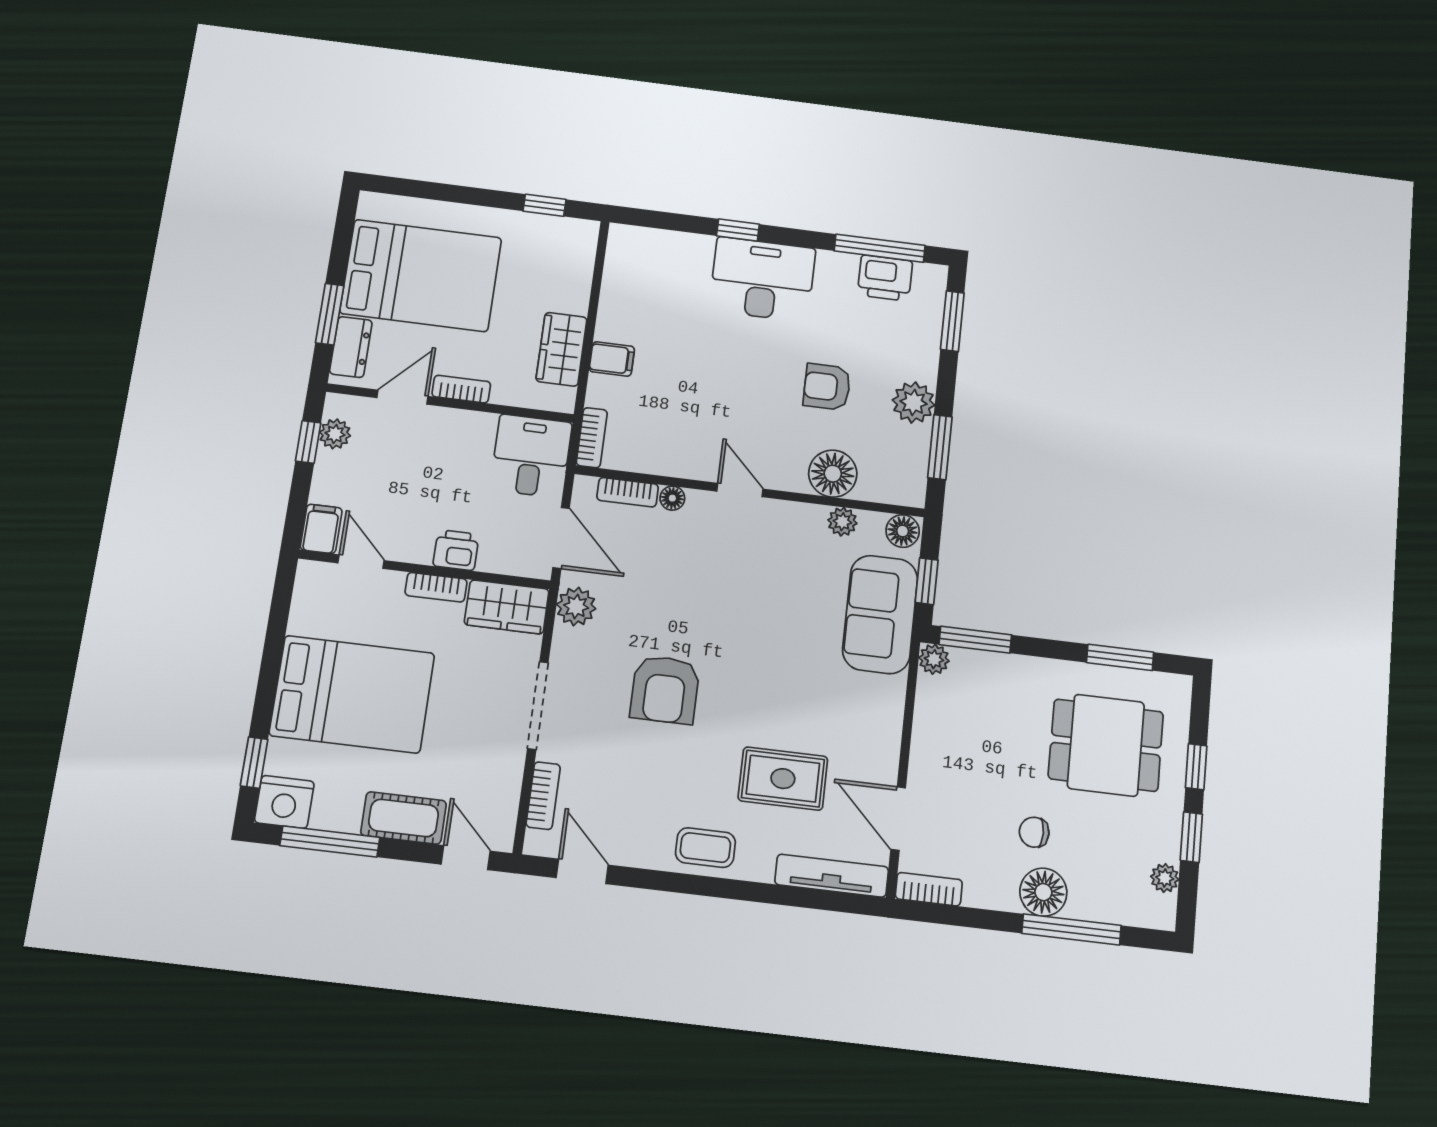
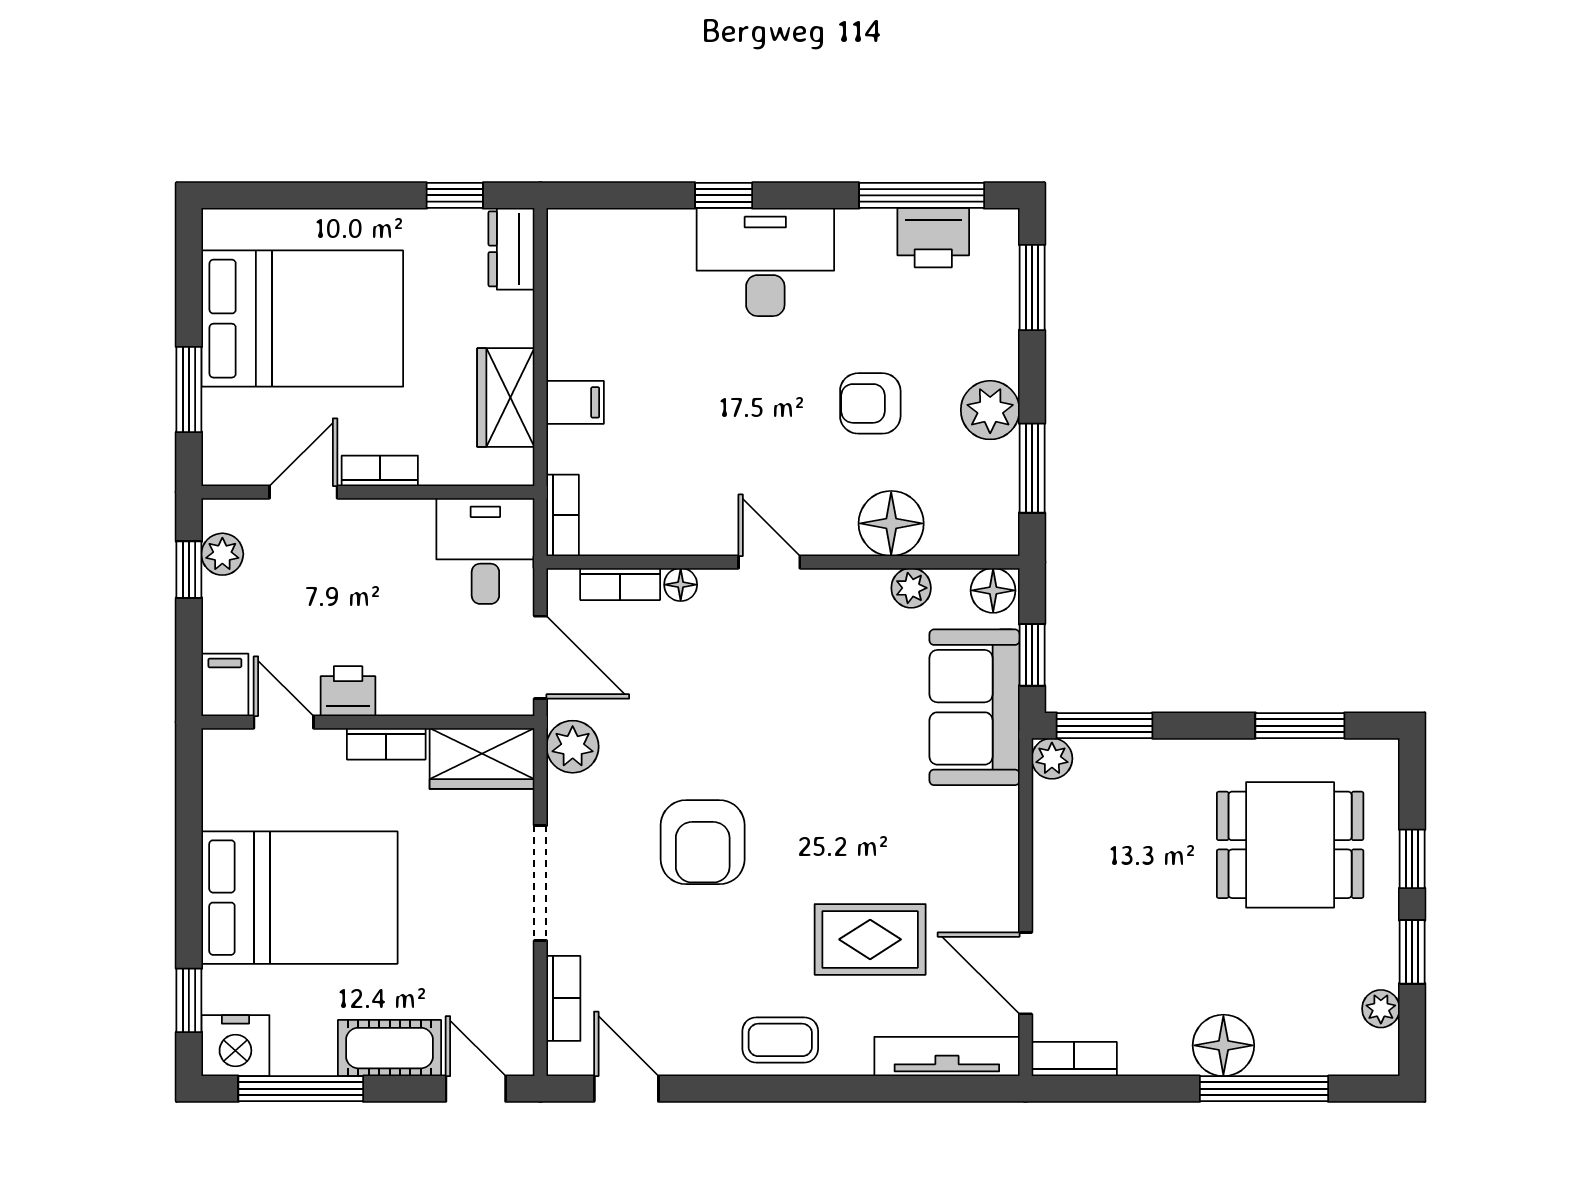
dresser: (351, 347) -> (511, 249), moved, turned 180
printer: (456, 550) -> (348, 691), moved
chair: (1034, 832) -> (1205, 970), removed

